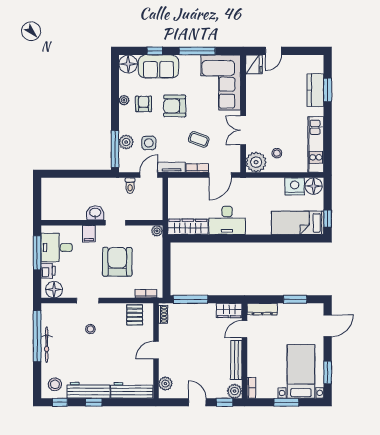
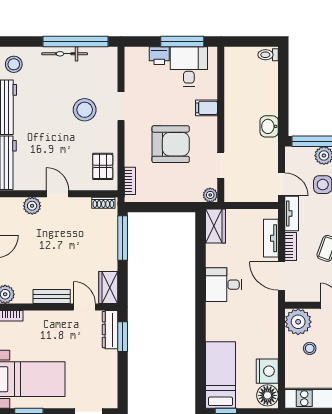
tv unit: (191, 183) -> (271, 238), added
toilet: (130, 186) -> (268, 55), moved
washbasin: (95, 213) -> (269, 126), moved, turned 180
desk: (227, 220) -> (224, 285), width x0.73
doorway: (115, 223) -> (221, 165), moved
wardrobe: (188, 227) -> (215, 226), width x0.67
floor lamp: (54, 290) -> (135, 63), removed
window: (295, 299) -> (123, 337), moved
pallet: (135, 315) -> (103, 166), turned 90
stool: (90, 329) -> (85, 110), width x1.89, depth x1.89
bench: (236, 360) -> (52, 296), width x0.73
plant: (165, 384) -> (32, 206), moved

